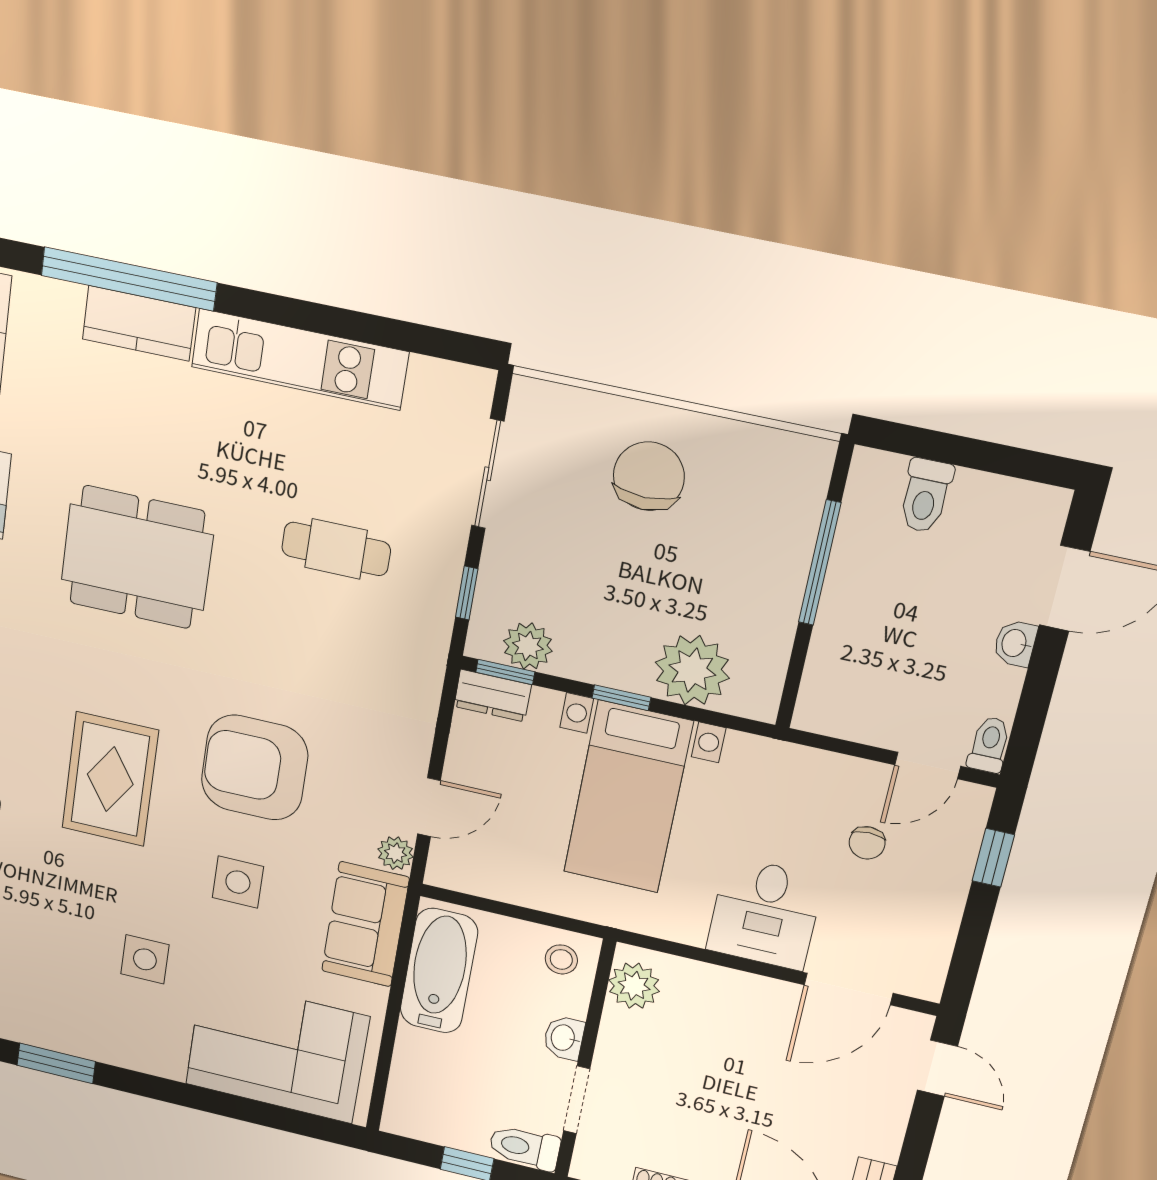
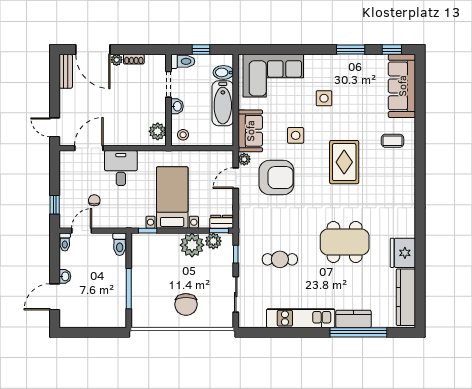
toilet: (925, 496) -> (120, 244), moved, turned 180
plant: (692, 670) -> (192, 245), moved
window: (621, 698) -> (148, 231), moved
armchair: (255, 768) -> (276, 178), moved
bathtub: (439, 971) -> (223, 103), moved
bidet: (415, 1092) -> (223, 72), added

